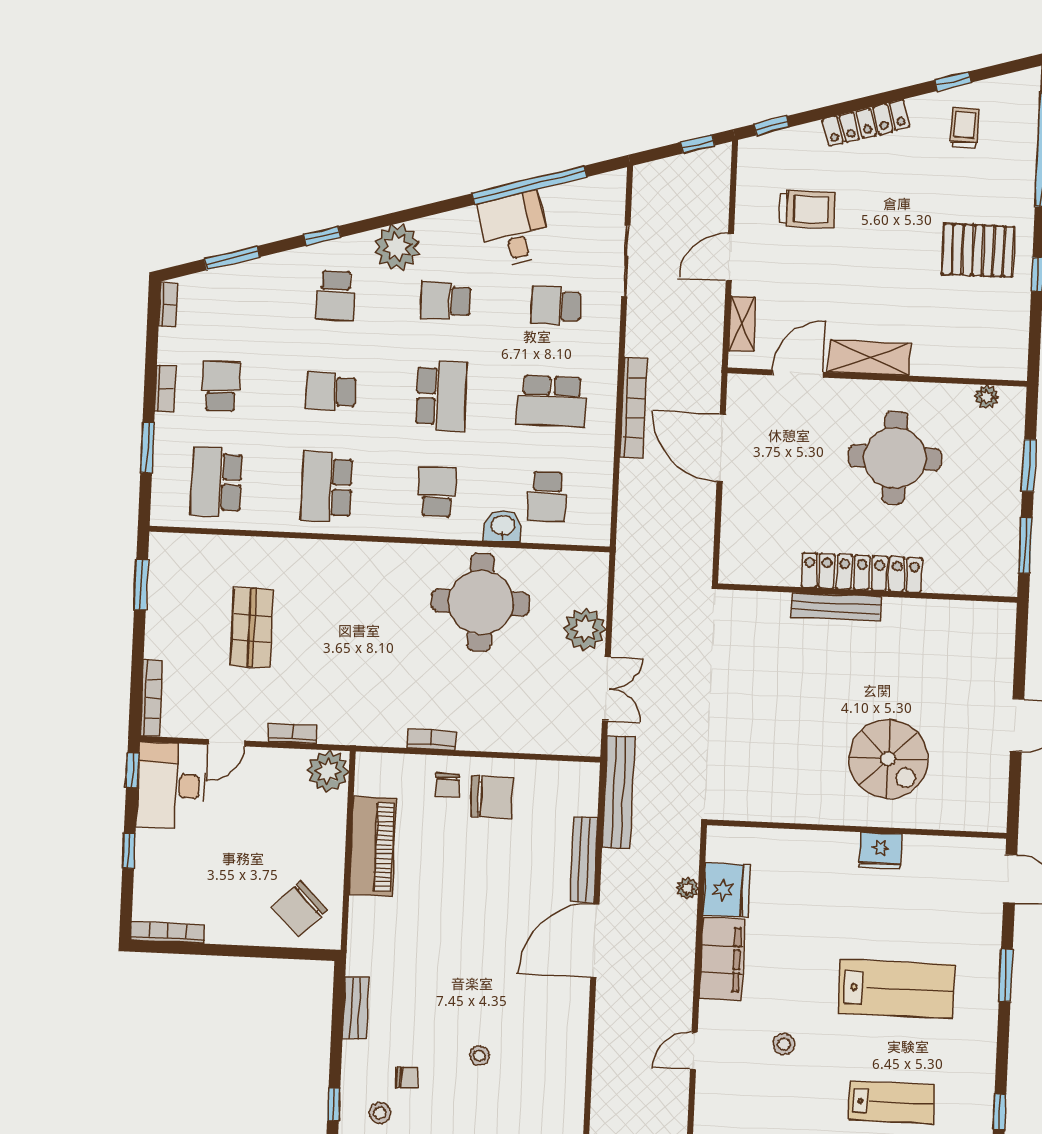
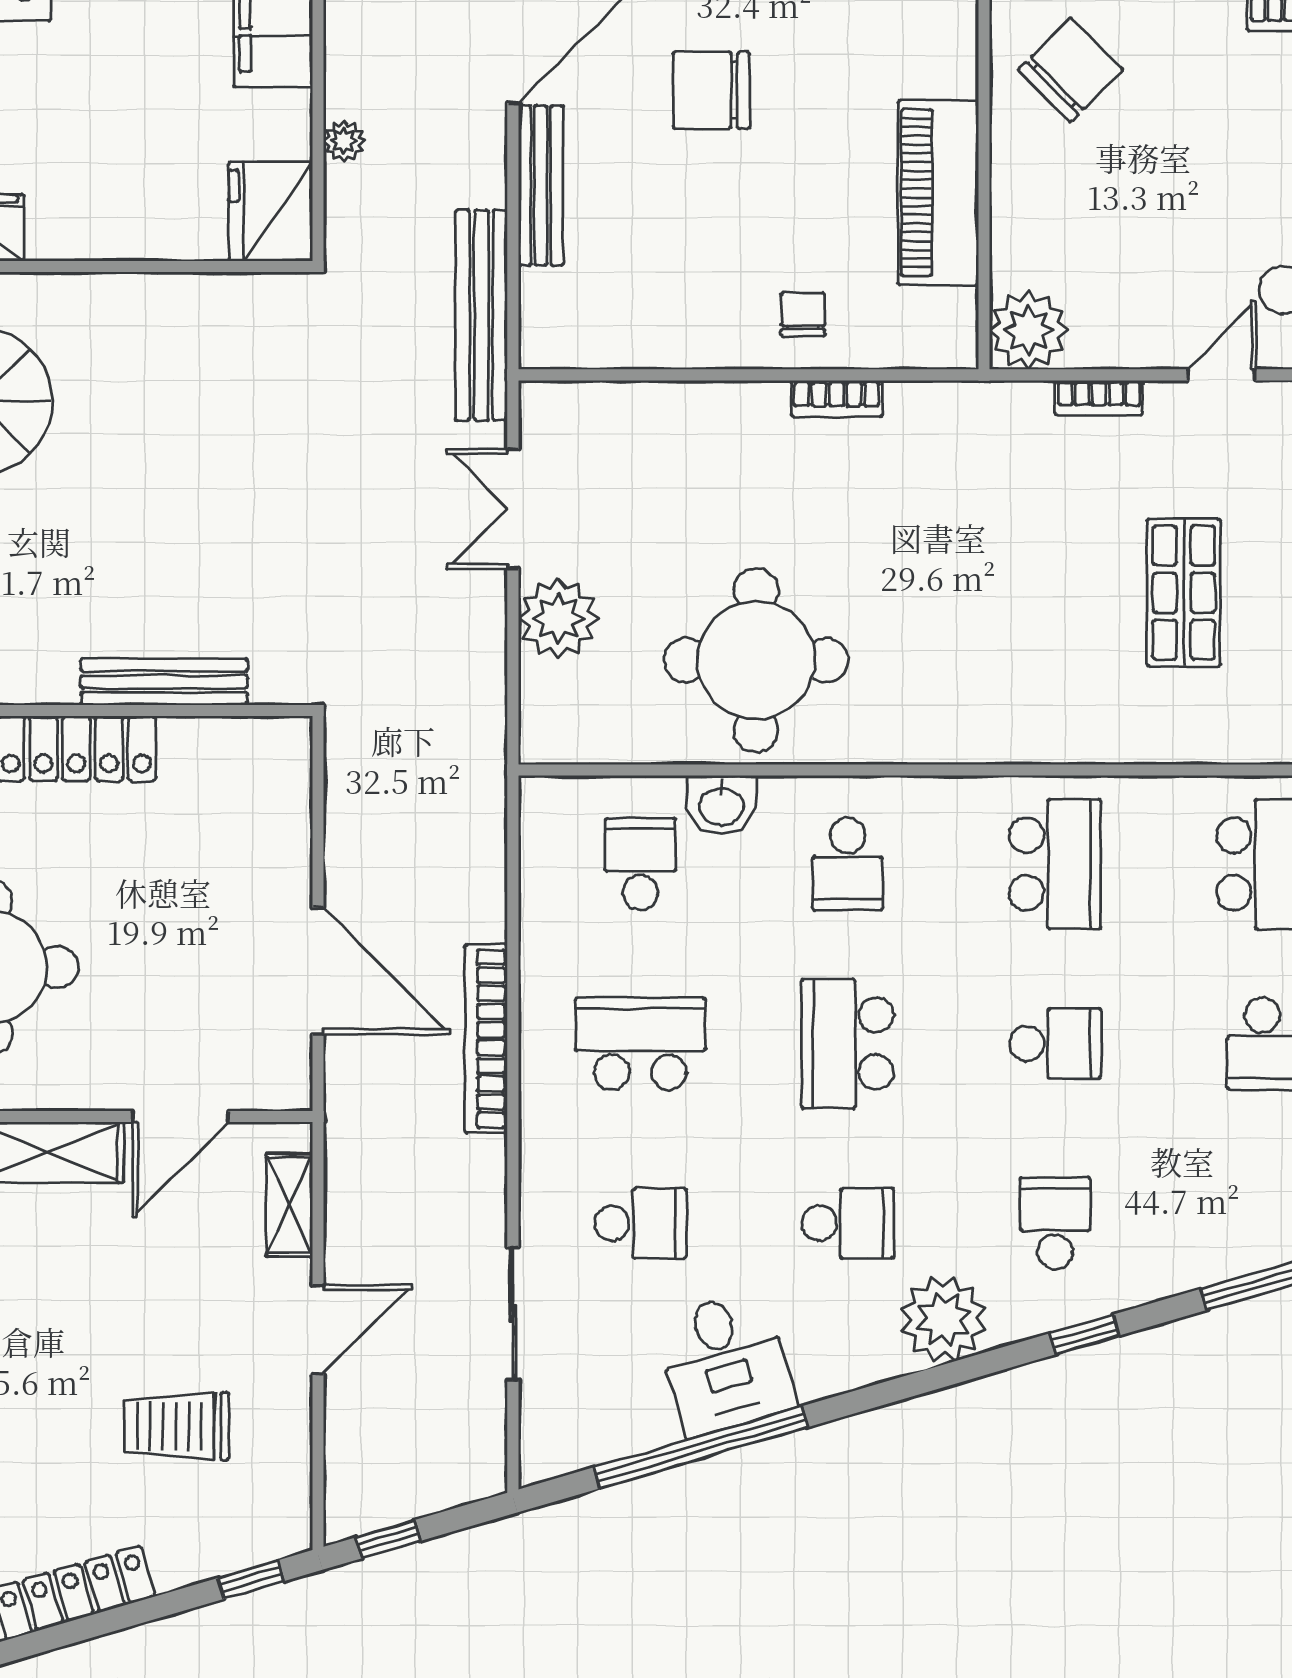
bench: (836, 607) -> (164, 682), moved
chair: (492, 797) -> (711, 90), moved
fridge: (726, 890) -> (271, 211), moved

